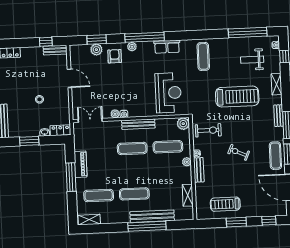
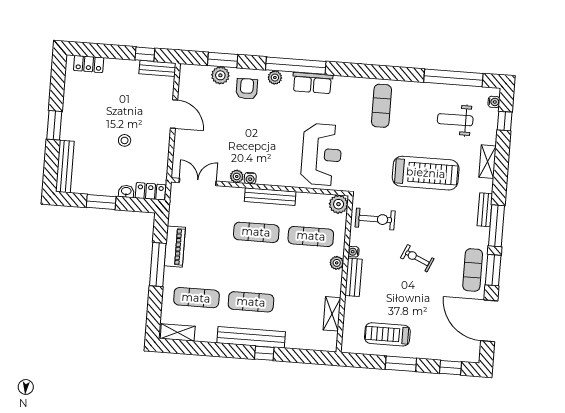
row of seats: (167, 47) -> (312, 83), moved
bench: (152, 216) -> (251, 337), moved
window: (147, 226) -> (264, 353), width x0.32

